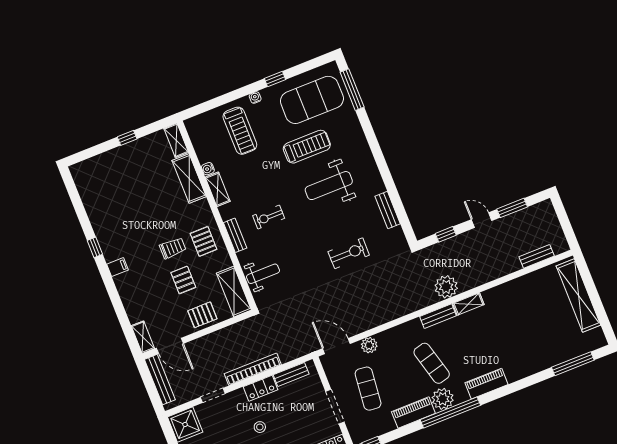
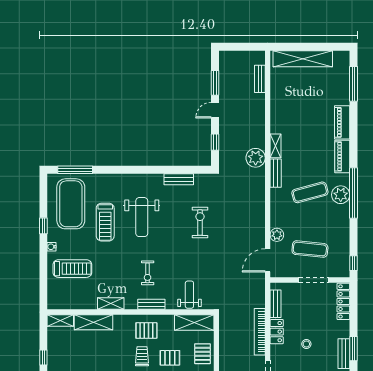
treadmill: (307, 147) -> (105, 222), turned 180
water cooler: (208, 169) -> (92, 305), removed
piano: (413, 412) -> (342, 122), moved

